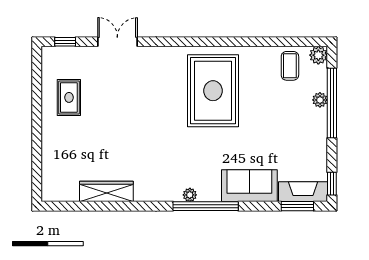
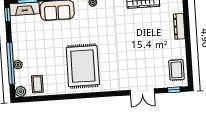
rug: (69, 97) -> (177, 70), moved
dresser: (49, 146) -> (179, 26), added

